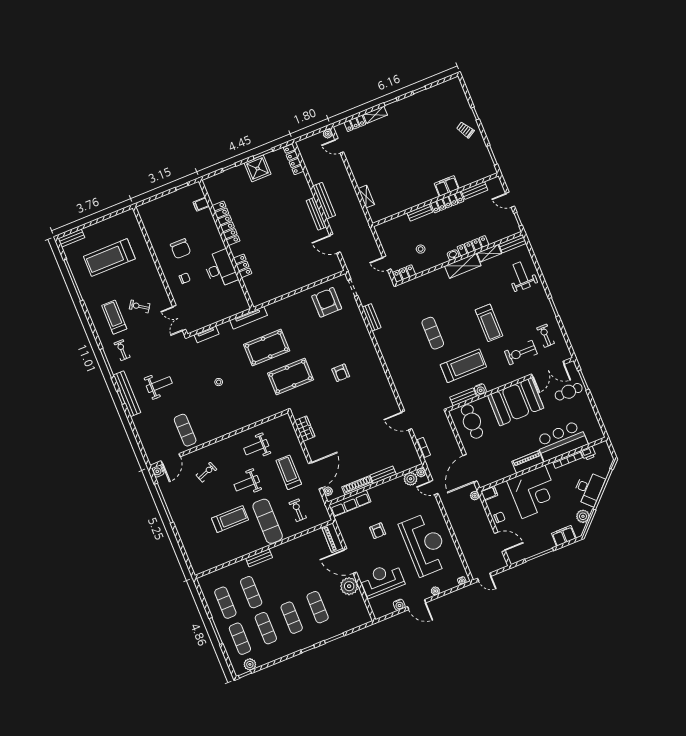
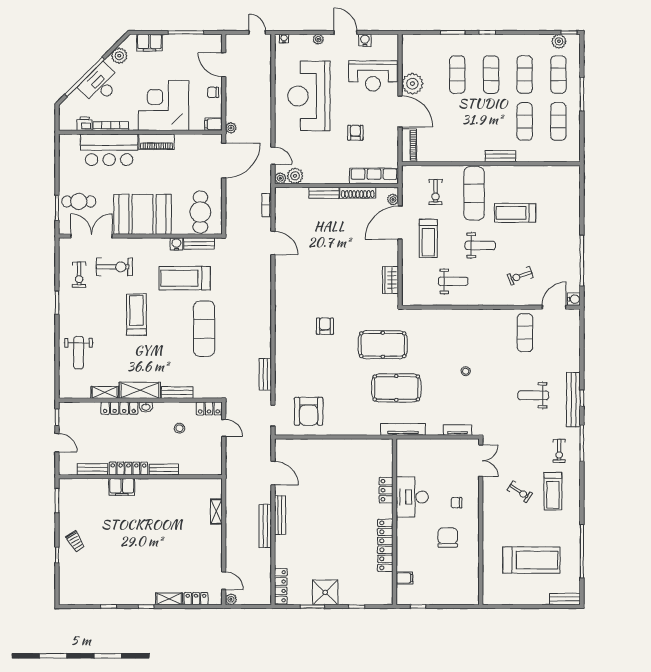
bench: (512, 244) -> (177, 392), moved
exercise mat: (433, 333) -> (204, 329), width x1.36, depth x1.45

